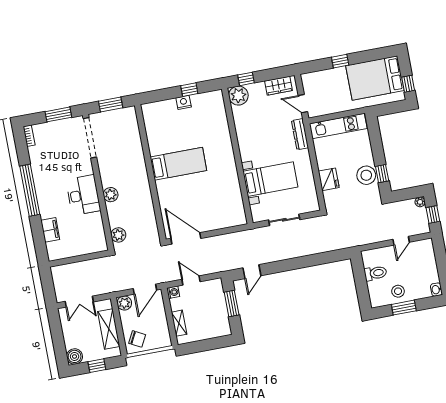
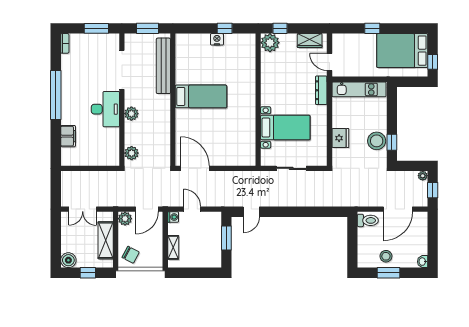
doorway: (90, 138) -> (122, 70), moved
bench: (134, 140) -> (163, 66), added
door: (401, 241) -> (398, 209), width x1.88
toilet: (375, 273) -> (368, 220), moved

